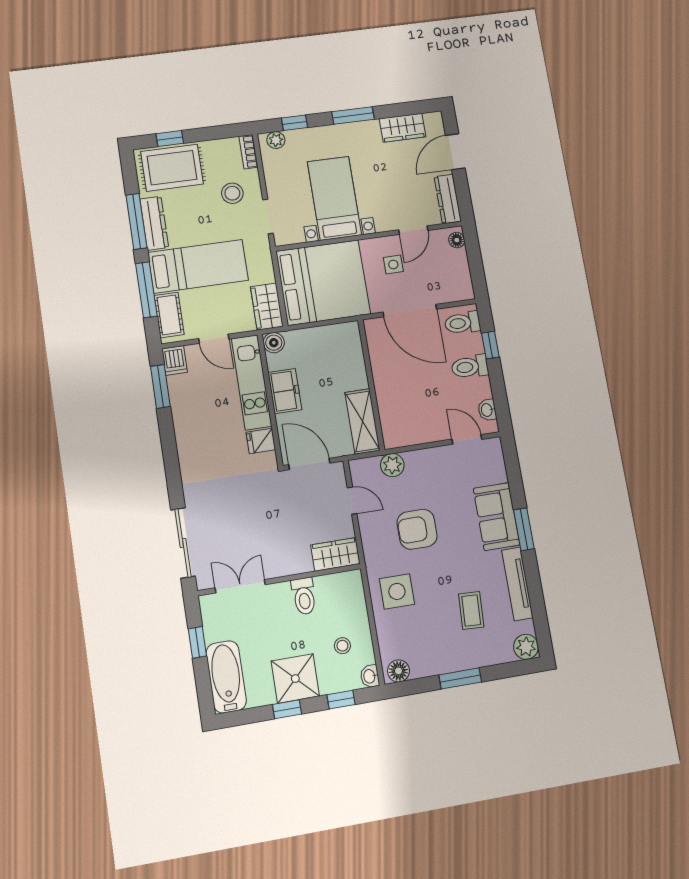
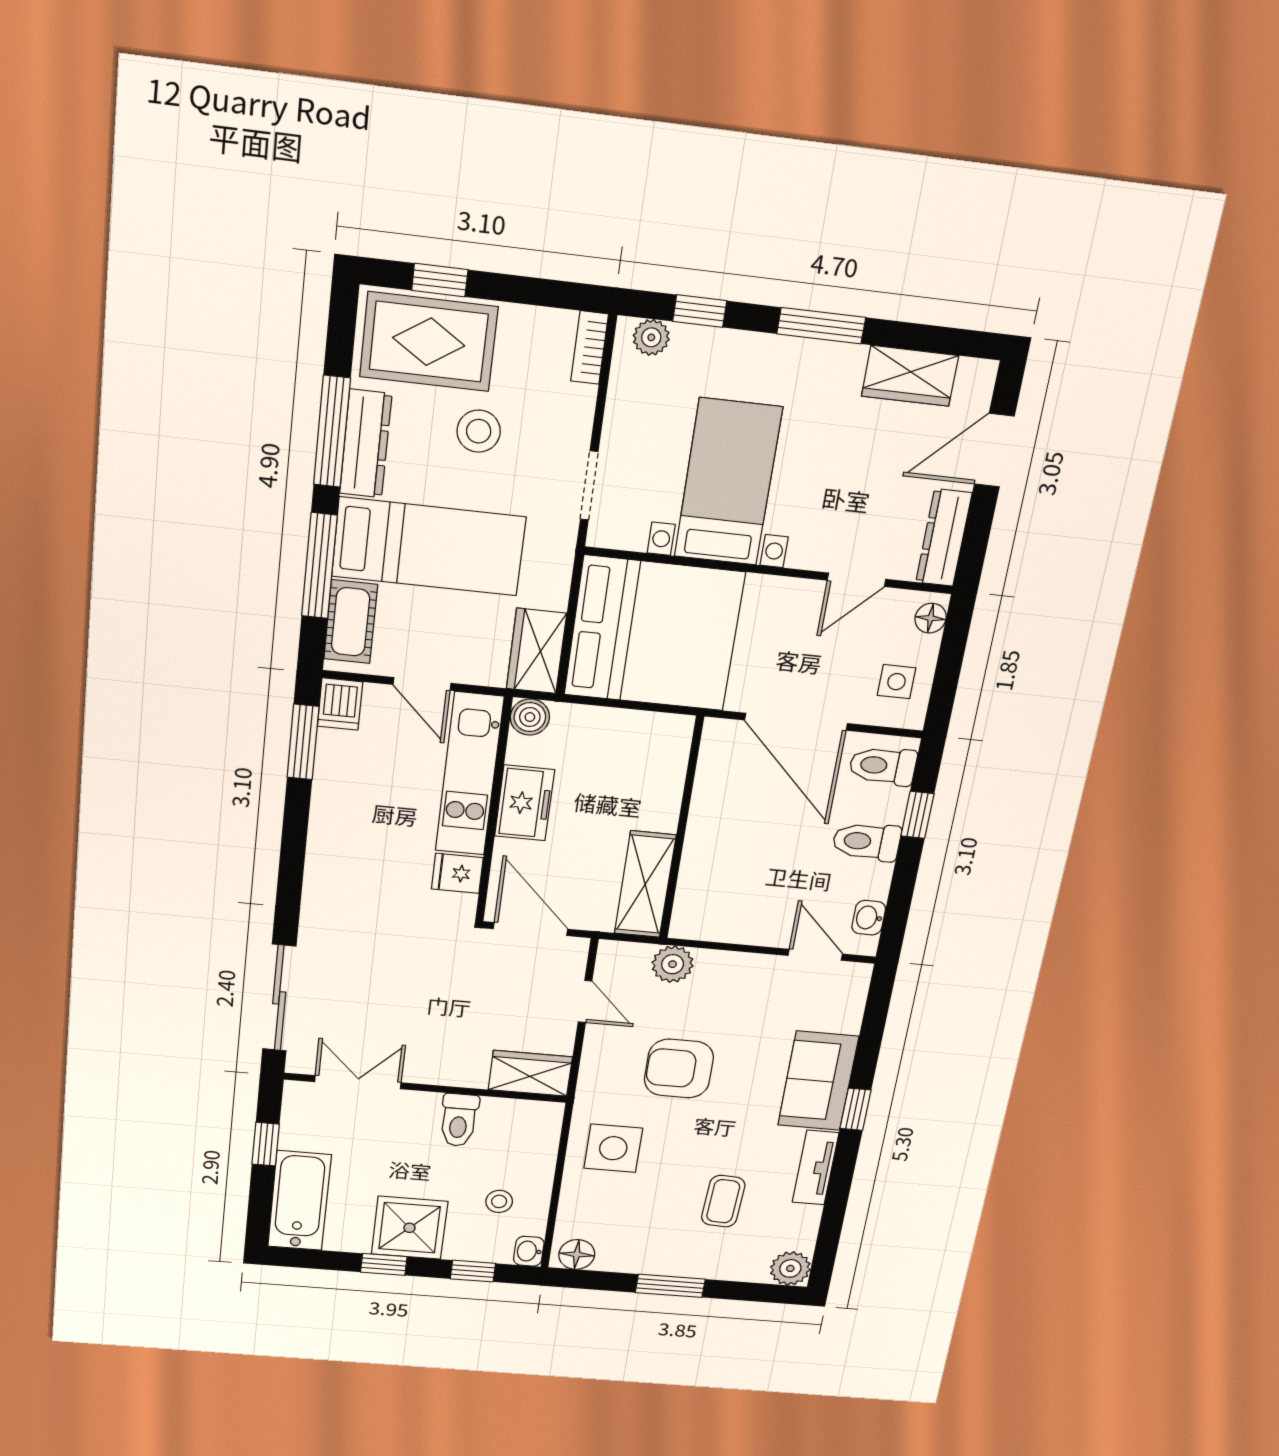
stool: (232, 193) -> (479, 431), moved
side table: (393, 264) -> (897, 682), moved
window: (524, 529) -> (855, 1109), width x0.67
tv unit: (517, 584) -> (815, 1168), width x0.71

